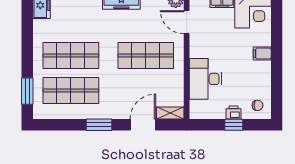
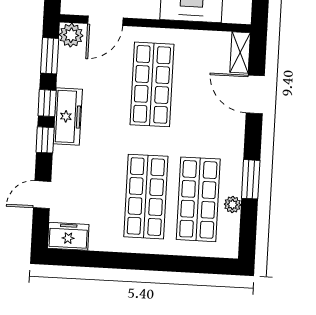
window: (27, 91) -> (196, 265), removed
plant: (69, 114) -> (233, 205), added
window: (99, 125) -> (251, 179), moved

